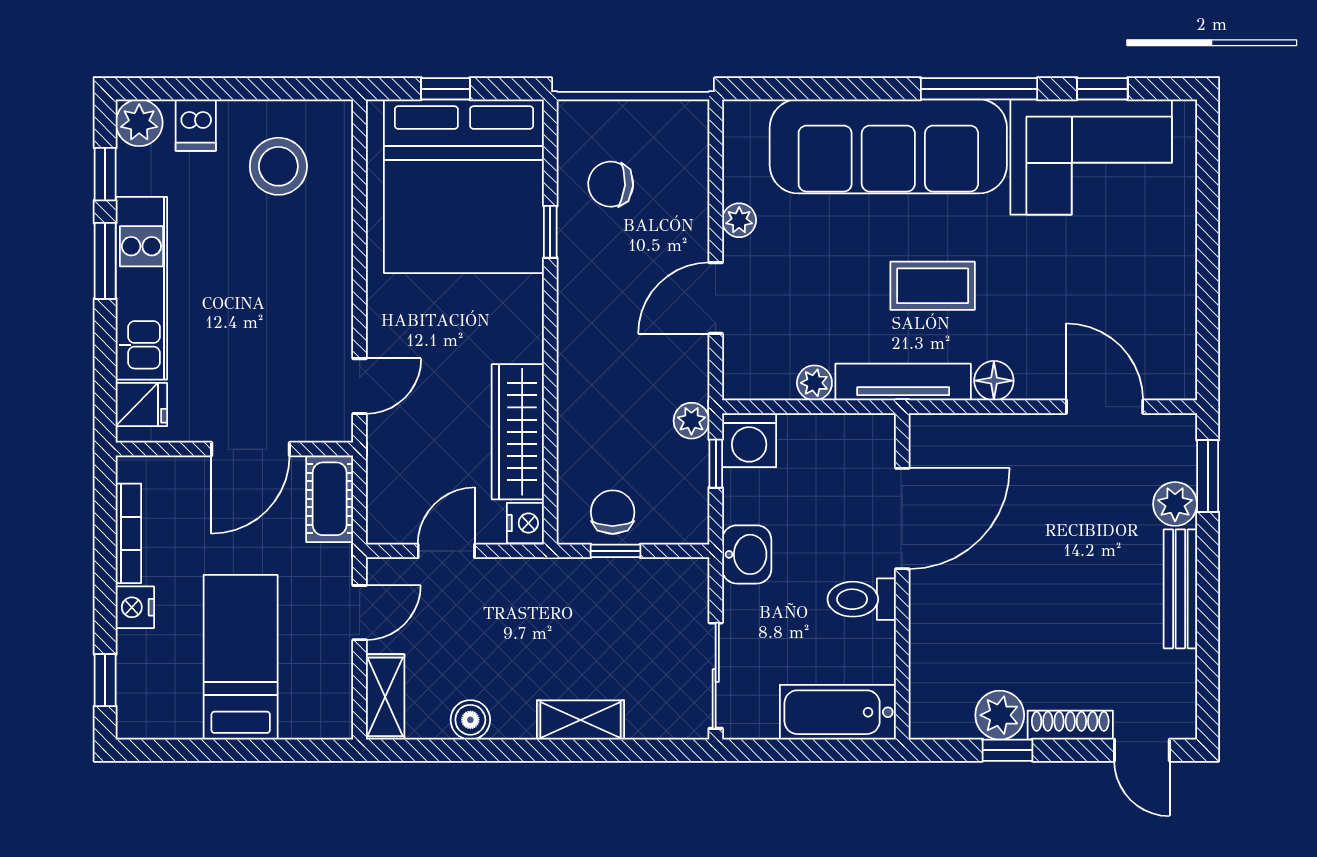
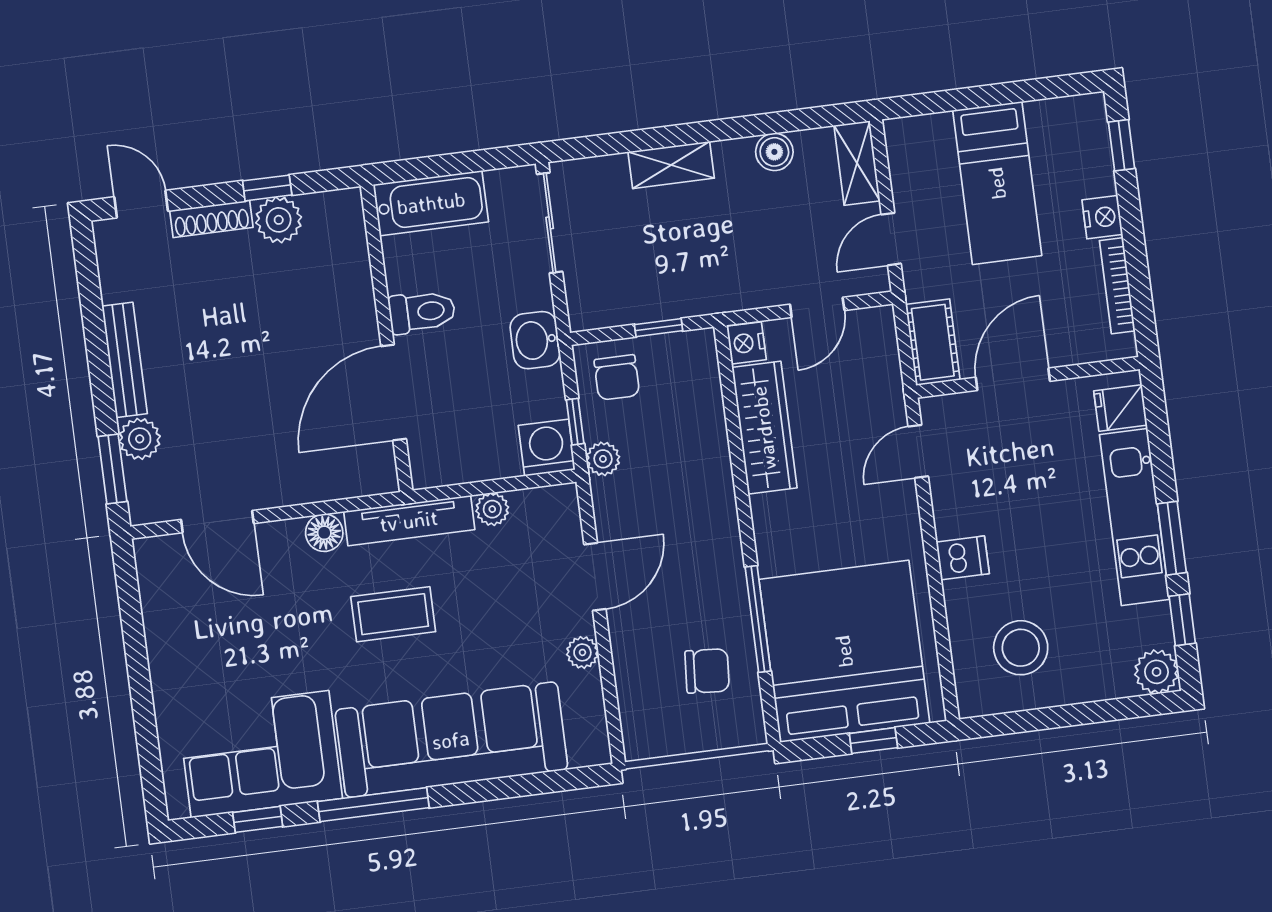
dishwasher: (196, 125) -> (963, 558), moved, turned 90
window: (550, 232) -> (758, 619), width x2.17
chair: (613, 512) -> (617, 377), moved

